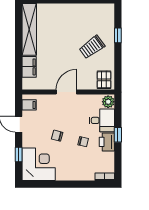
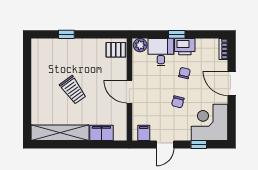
trolley: (92, 47) -> (73, 90), moved
door: (74, 184) -> (232, 83), added

